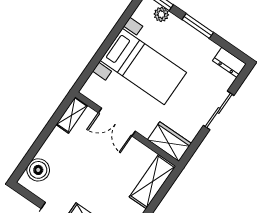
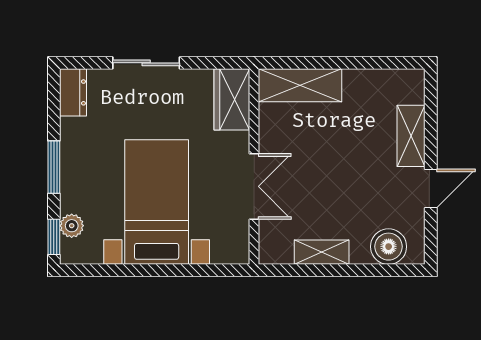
shelving: (72, 115) -> (322, 252), moved

